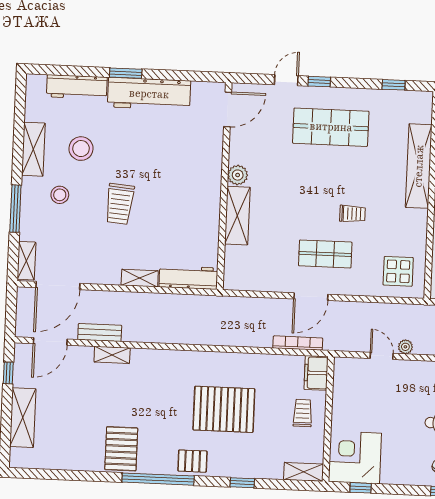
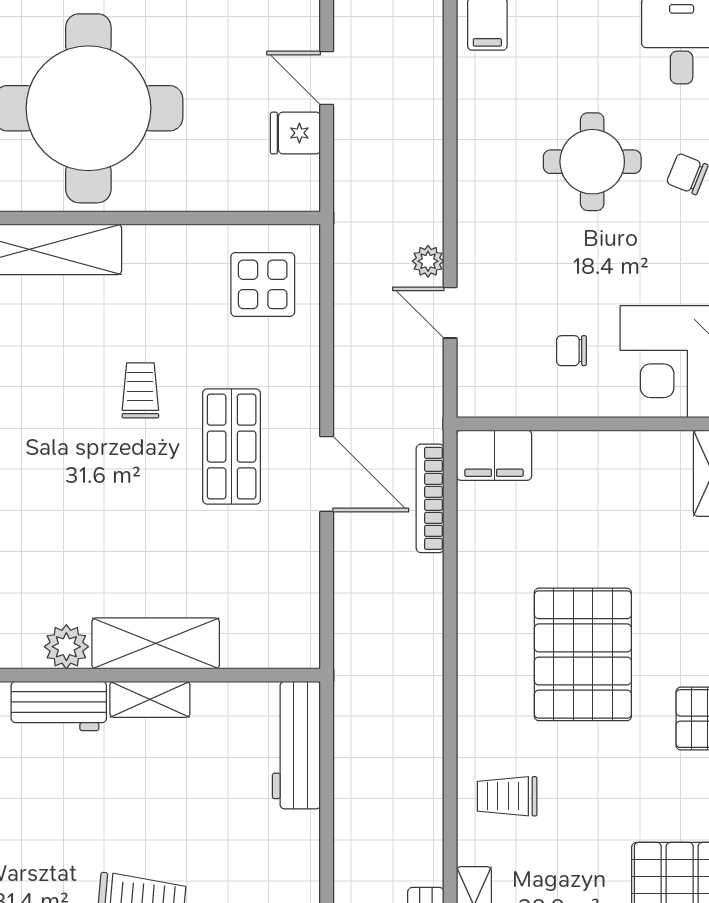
workbench: (211, 170) -> (59, 706), added
shelving: (140, 278) -> (150, 699), moved, turned 90
door: (382, 356) -> (450, 313), hinge flipped
chair: (362, 410) -> (571, 351), added
trolley: (303, 413) -> (507, 796), moved

